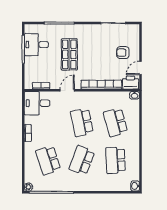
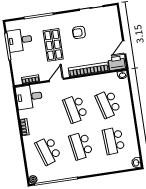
armchair: (123, 53) -> (79, 32), moved
school desk: (82, 160) -> (81, 146), turned -30

